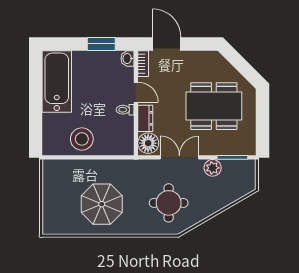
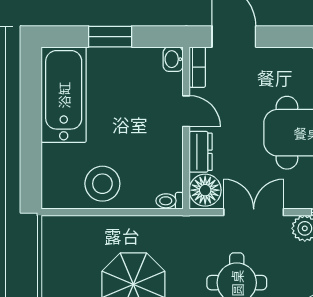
window: (101, 44) -> (110, 37), moved
toilet: (125, 110) -> (169, 201), moved

